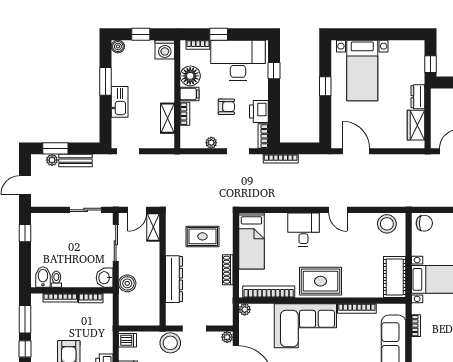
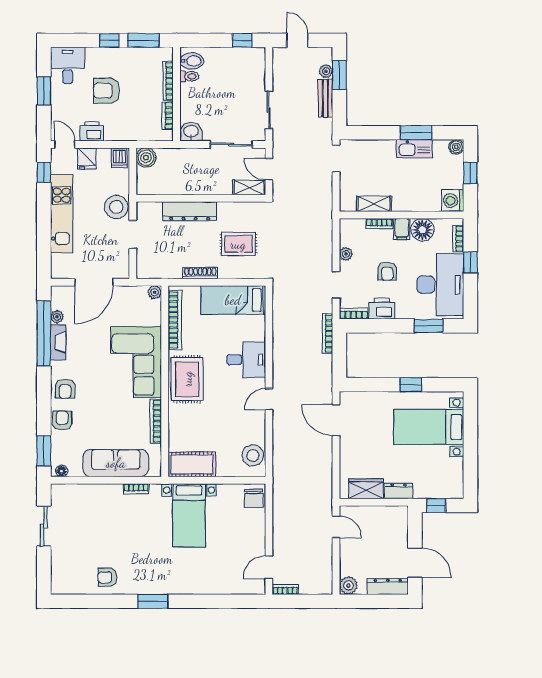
window: (274, 71) -> (429, 326), width x1.50
kitchen sink: (120, 102) -> (414, 149), moved
door: (356, 151) -> (336, 420), swing flipped
rug: (202, 236) -> (238, 244), turned 90
boiler: (127, 283) -> (146, 158), moved
plant: (227, 337) -> (123, 272), removed

